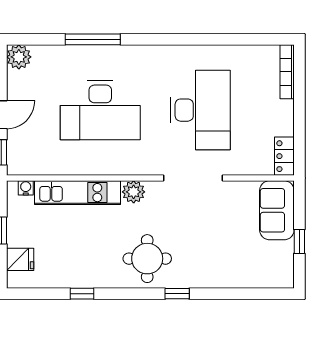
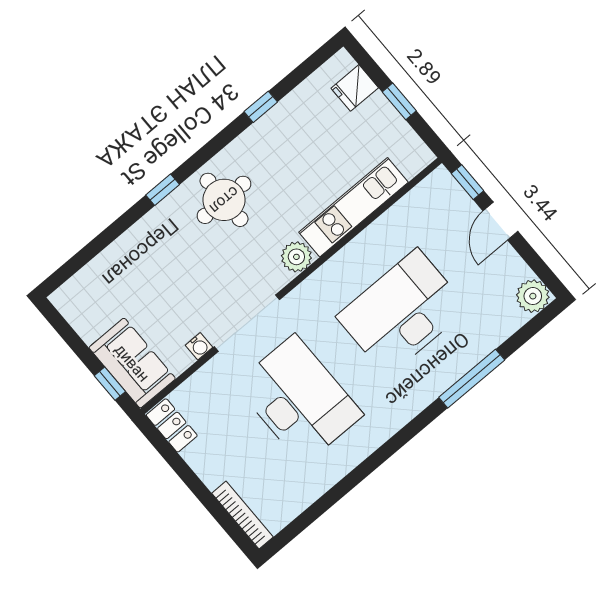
desk: (200, 110) -> (299, 400), turned 180
water cooler: (26, 188) -> (199, 346), moved
window: (299, 241) -> (110, 384), moved

